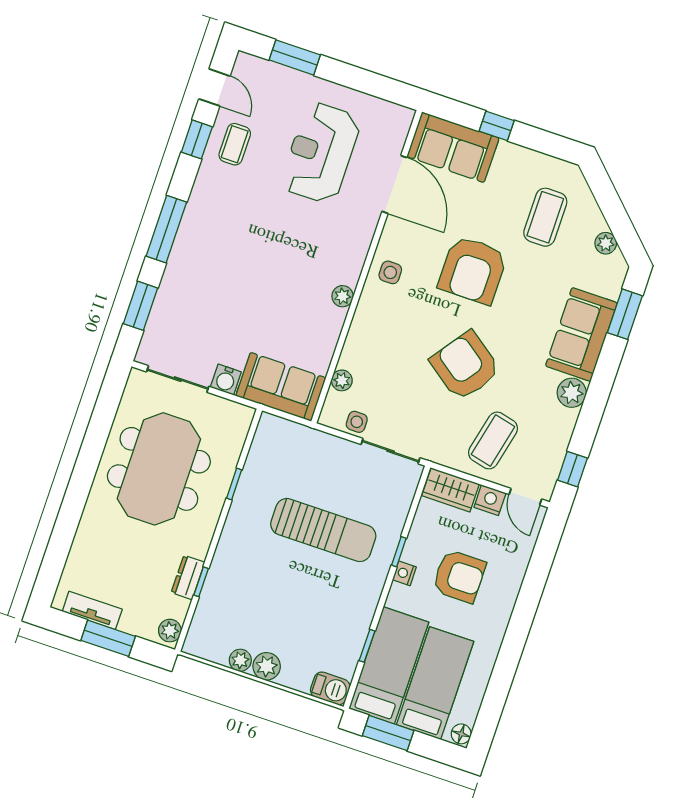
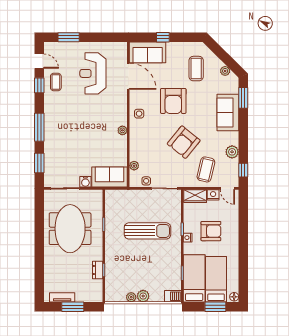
armchair: (465, 366) -> (184, 142), turned -87
plant: (572, 393) -> (232, 152), moved
plant: (170, 631) -> (98, 295), removed
window: (388, 733) -> (215, 307), moved

